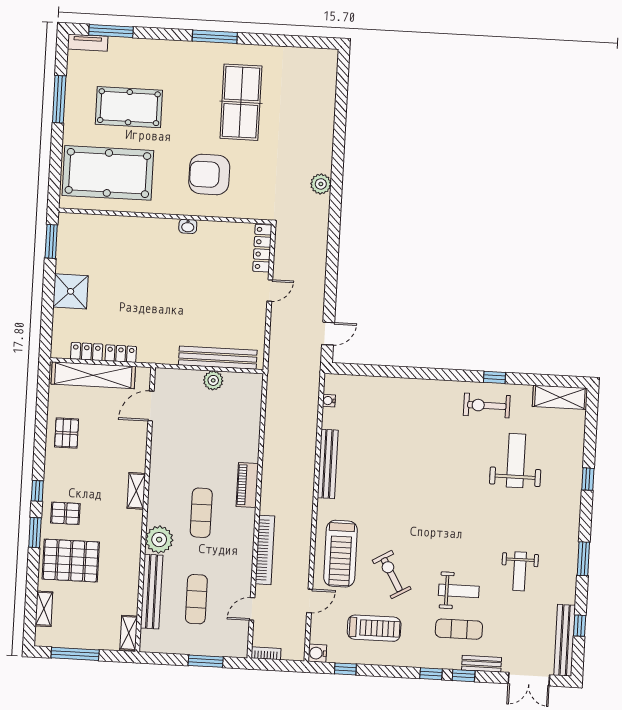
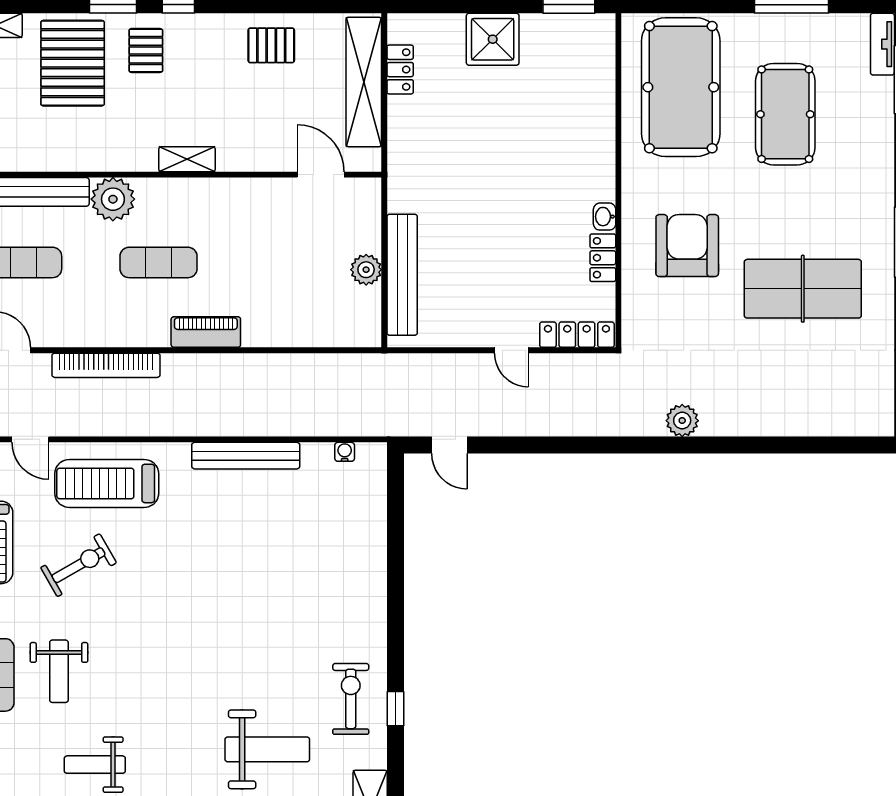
locker: (121, 354) -> (603, 258), moved, turned 180

